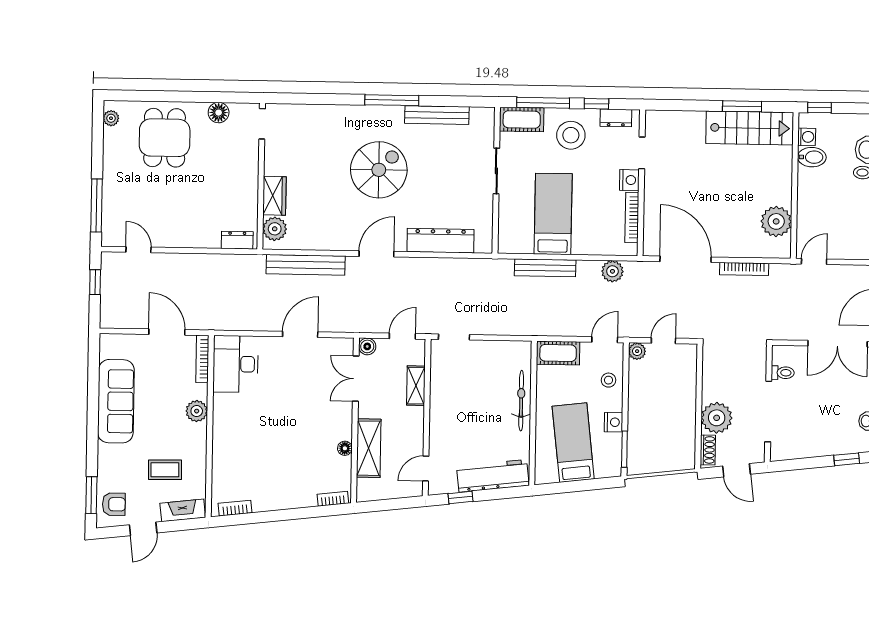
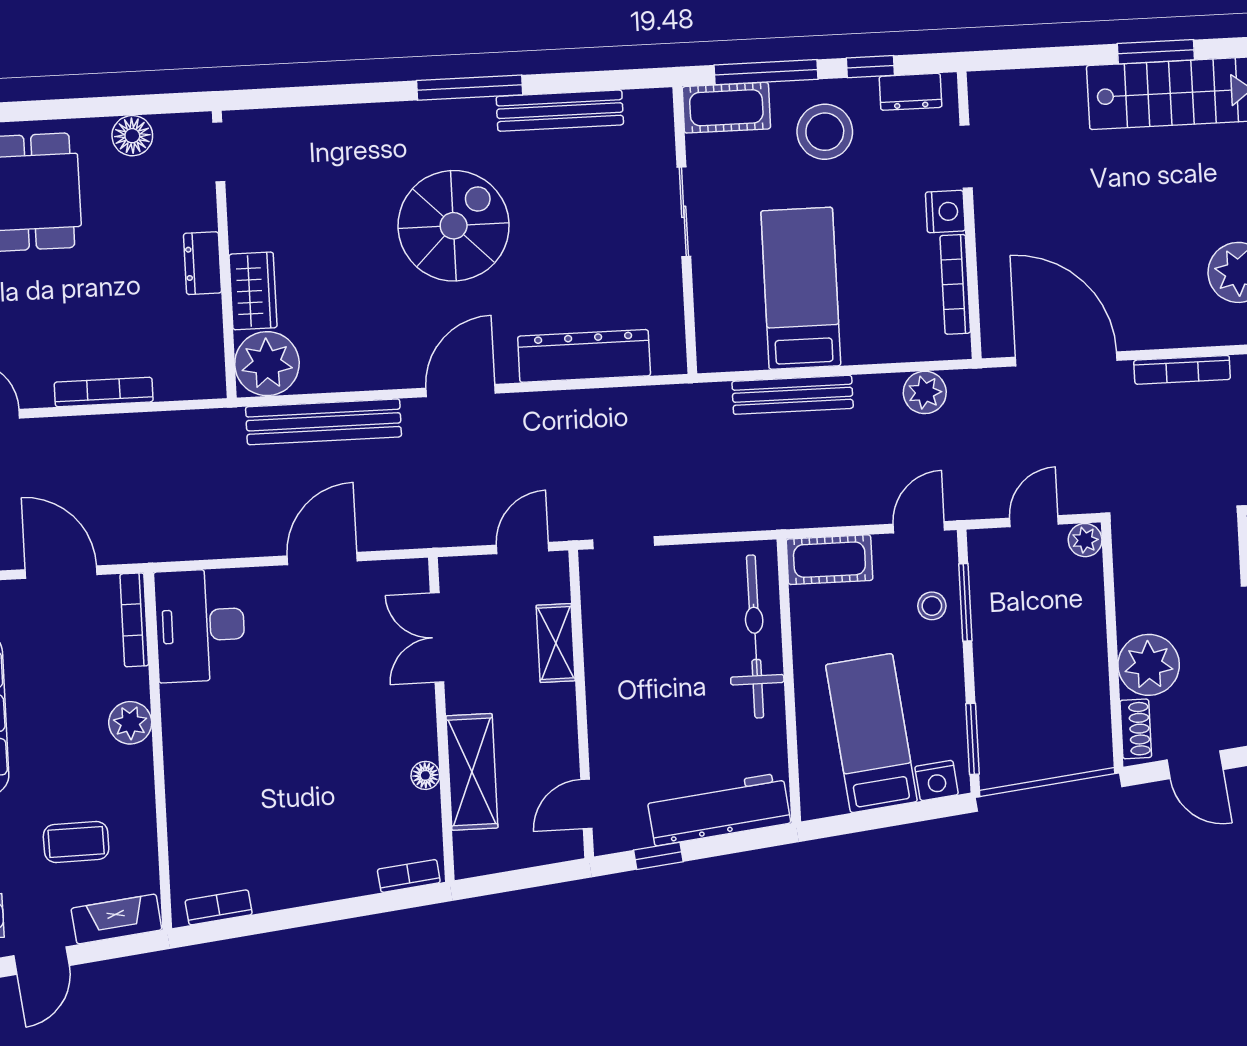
plant: (275, 229) -> (267, 364), width x1.36, depth x1.36
dresser: (237, 240) -> (203, 263), moved, turned -90
bookcase: (195, 242) -> (104, 392), added
boiler: (367, 346) -> (455, 573), removed
plant: (637, 351) -> (1085, 540), moved
window: (626, 379) -> (965, 602), added
bicycle: (521, 401) -> (755, 637), width x1.37, depth x1.40
nightstand: (613, 422) -> (937, 780), moved, turned 83

